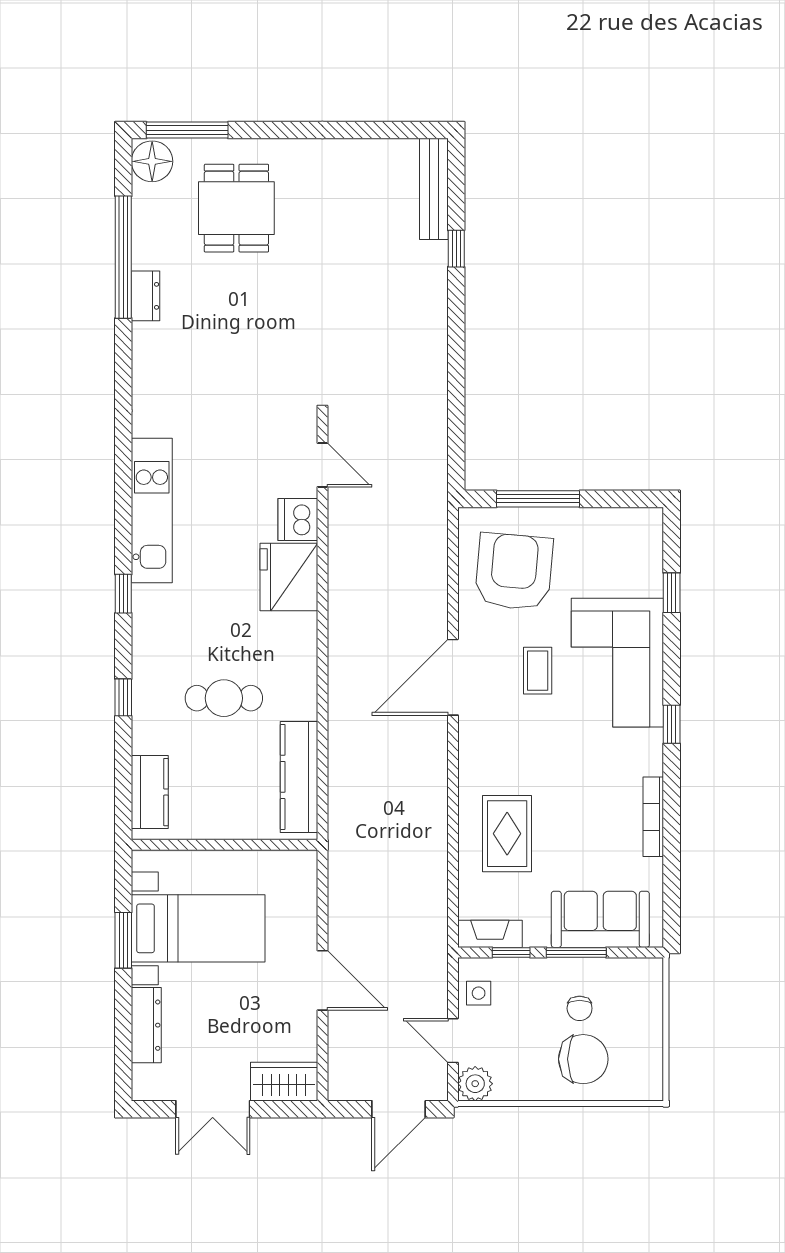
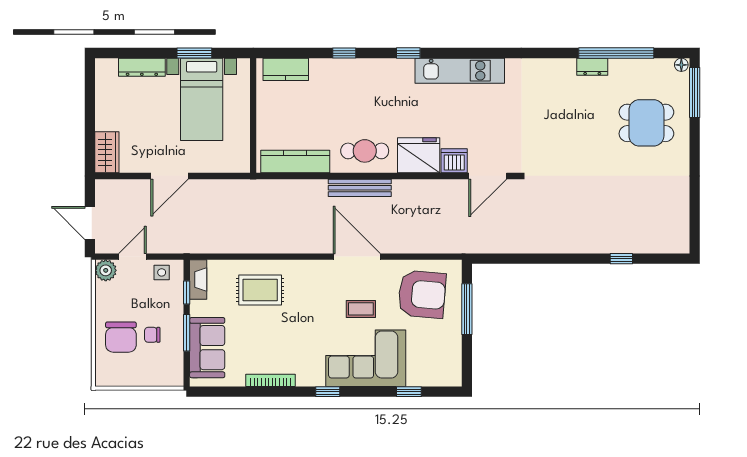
floor lamp: (152, 161) -> (681, 65), width x0.53, depth x0.53
bench: (434, 189) -> (360, 188), moved
door: (322, 465) -> (488, 176), width x1.38
cafe table: (224, 698) -> (365, 151), moved, turned 90
double door: (213, 1109) -> (90, 108), removed

